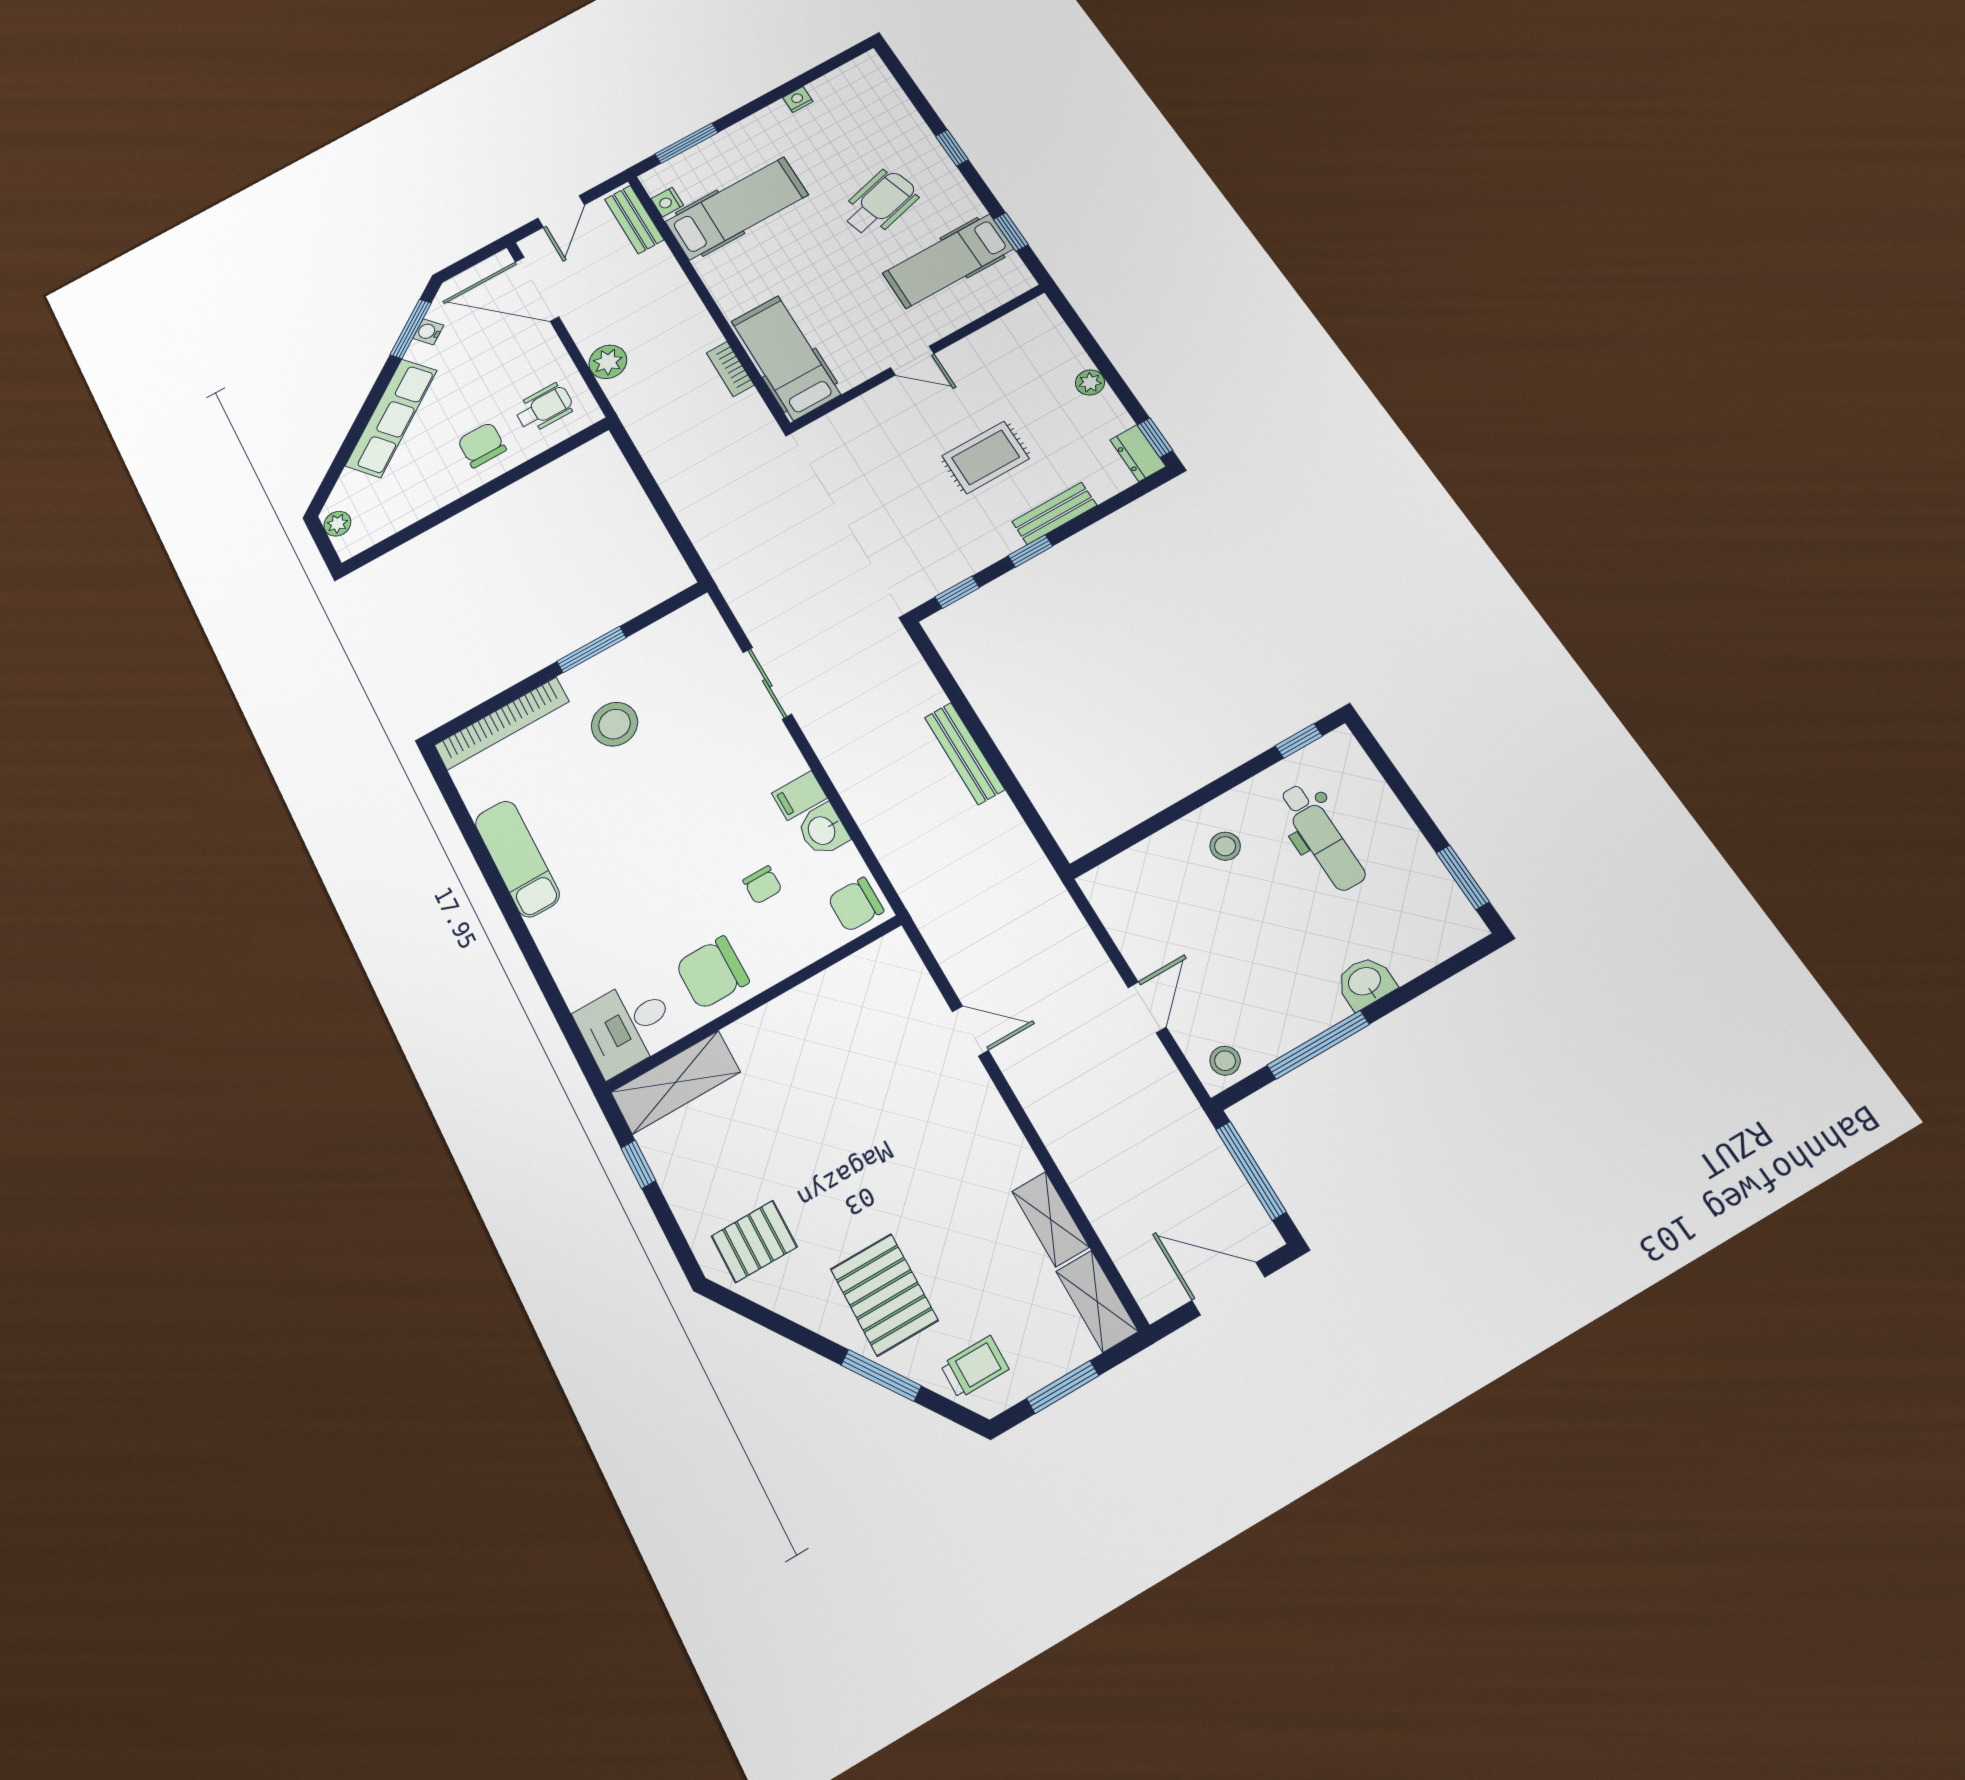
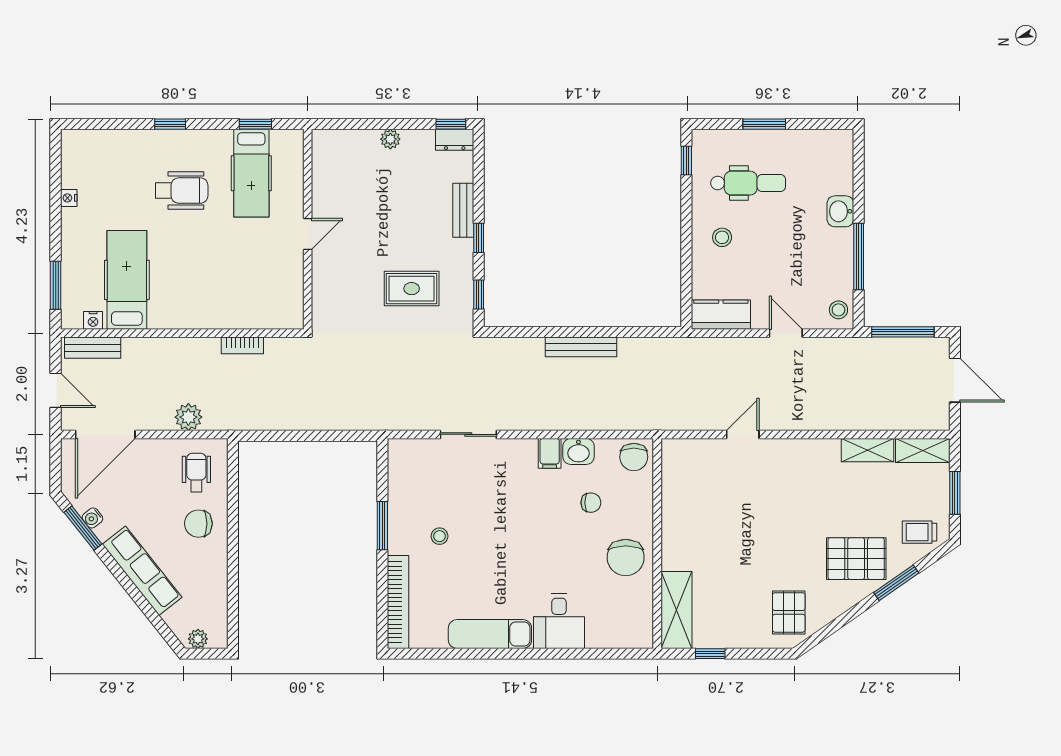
wheelchair: (880, 203) -> (182, 191), turned 106
hospital bed: (786, 358) -> (256, 308), removed
rug: (986, 457) -> (412, 289), moved, turned 90
stool: (615, 724) -> (439, 536), width x0.53, depth x0.53
window: (1463, 877) -> (764, 124), moved
kitchen counter: (1119, 906) -> (721, 315), added
desk: (626, 1026) -> (559, 621), moved
door: (1228, 1289) -> (955, 380), swing flipped
trolley: (975, 1367) -> (920, 532), turned -90

